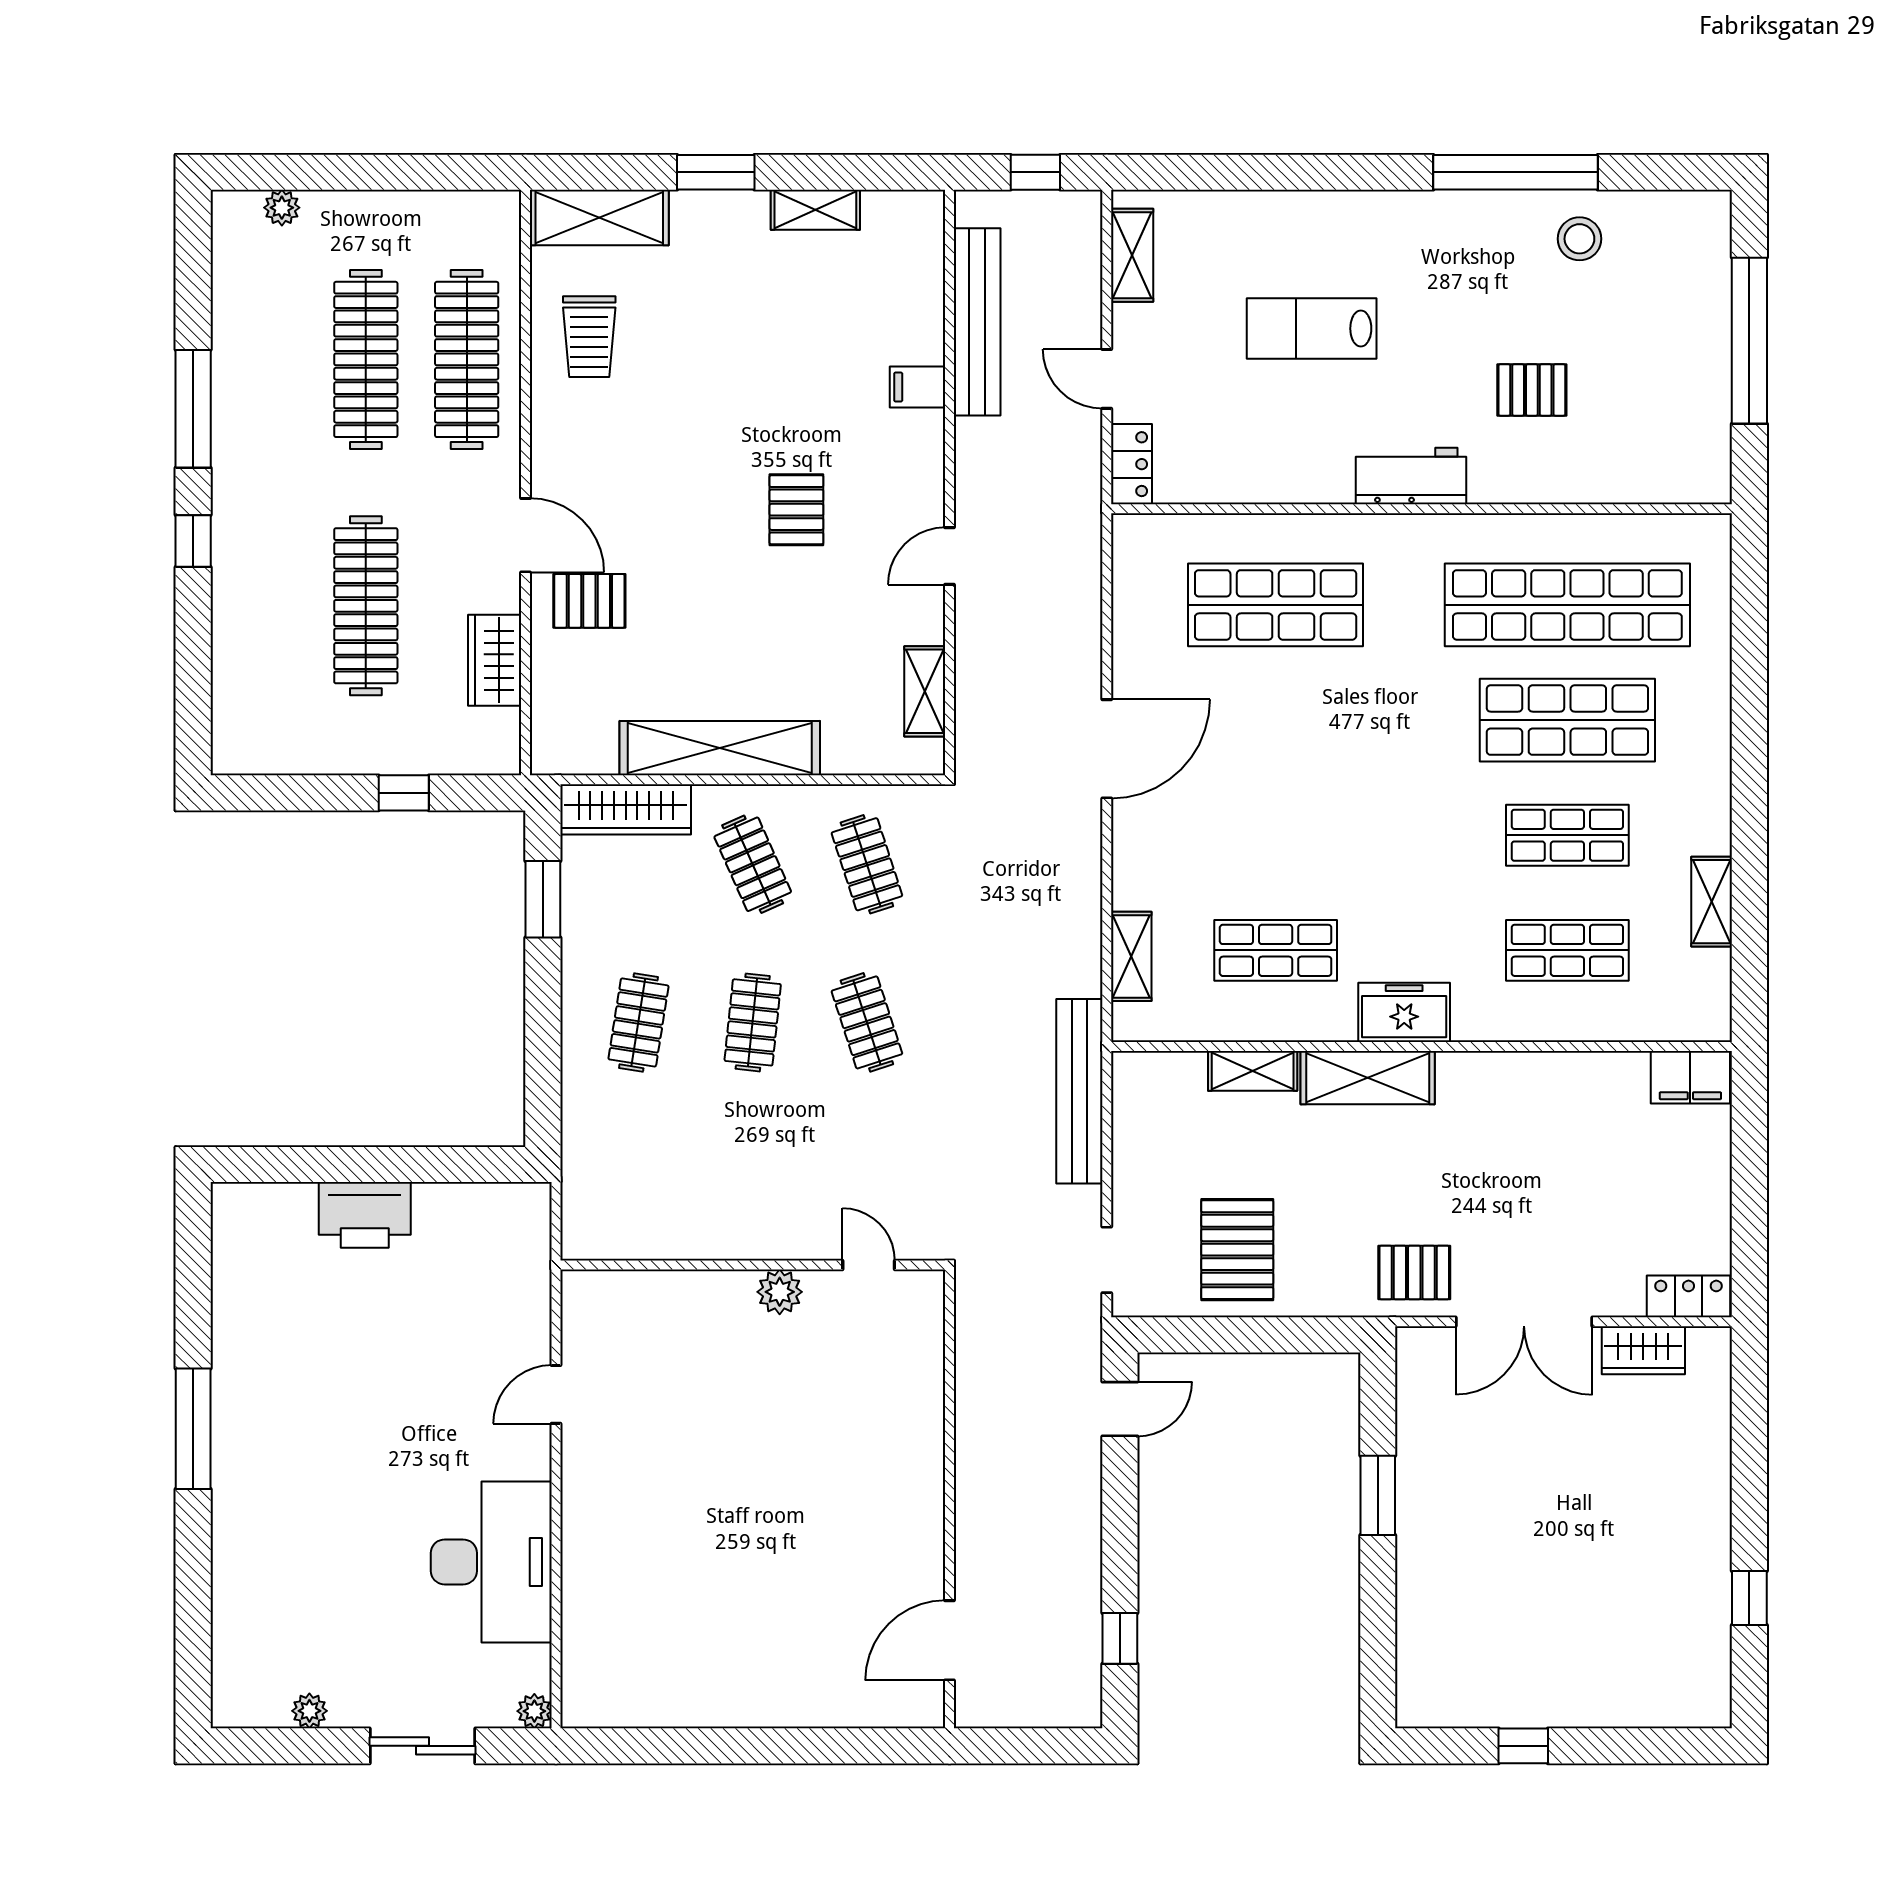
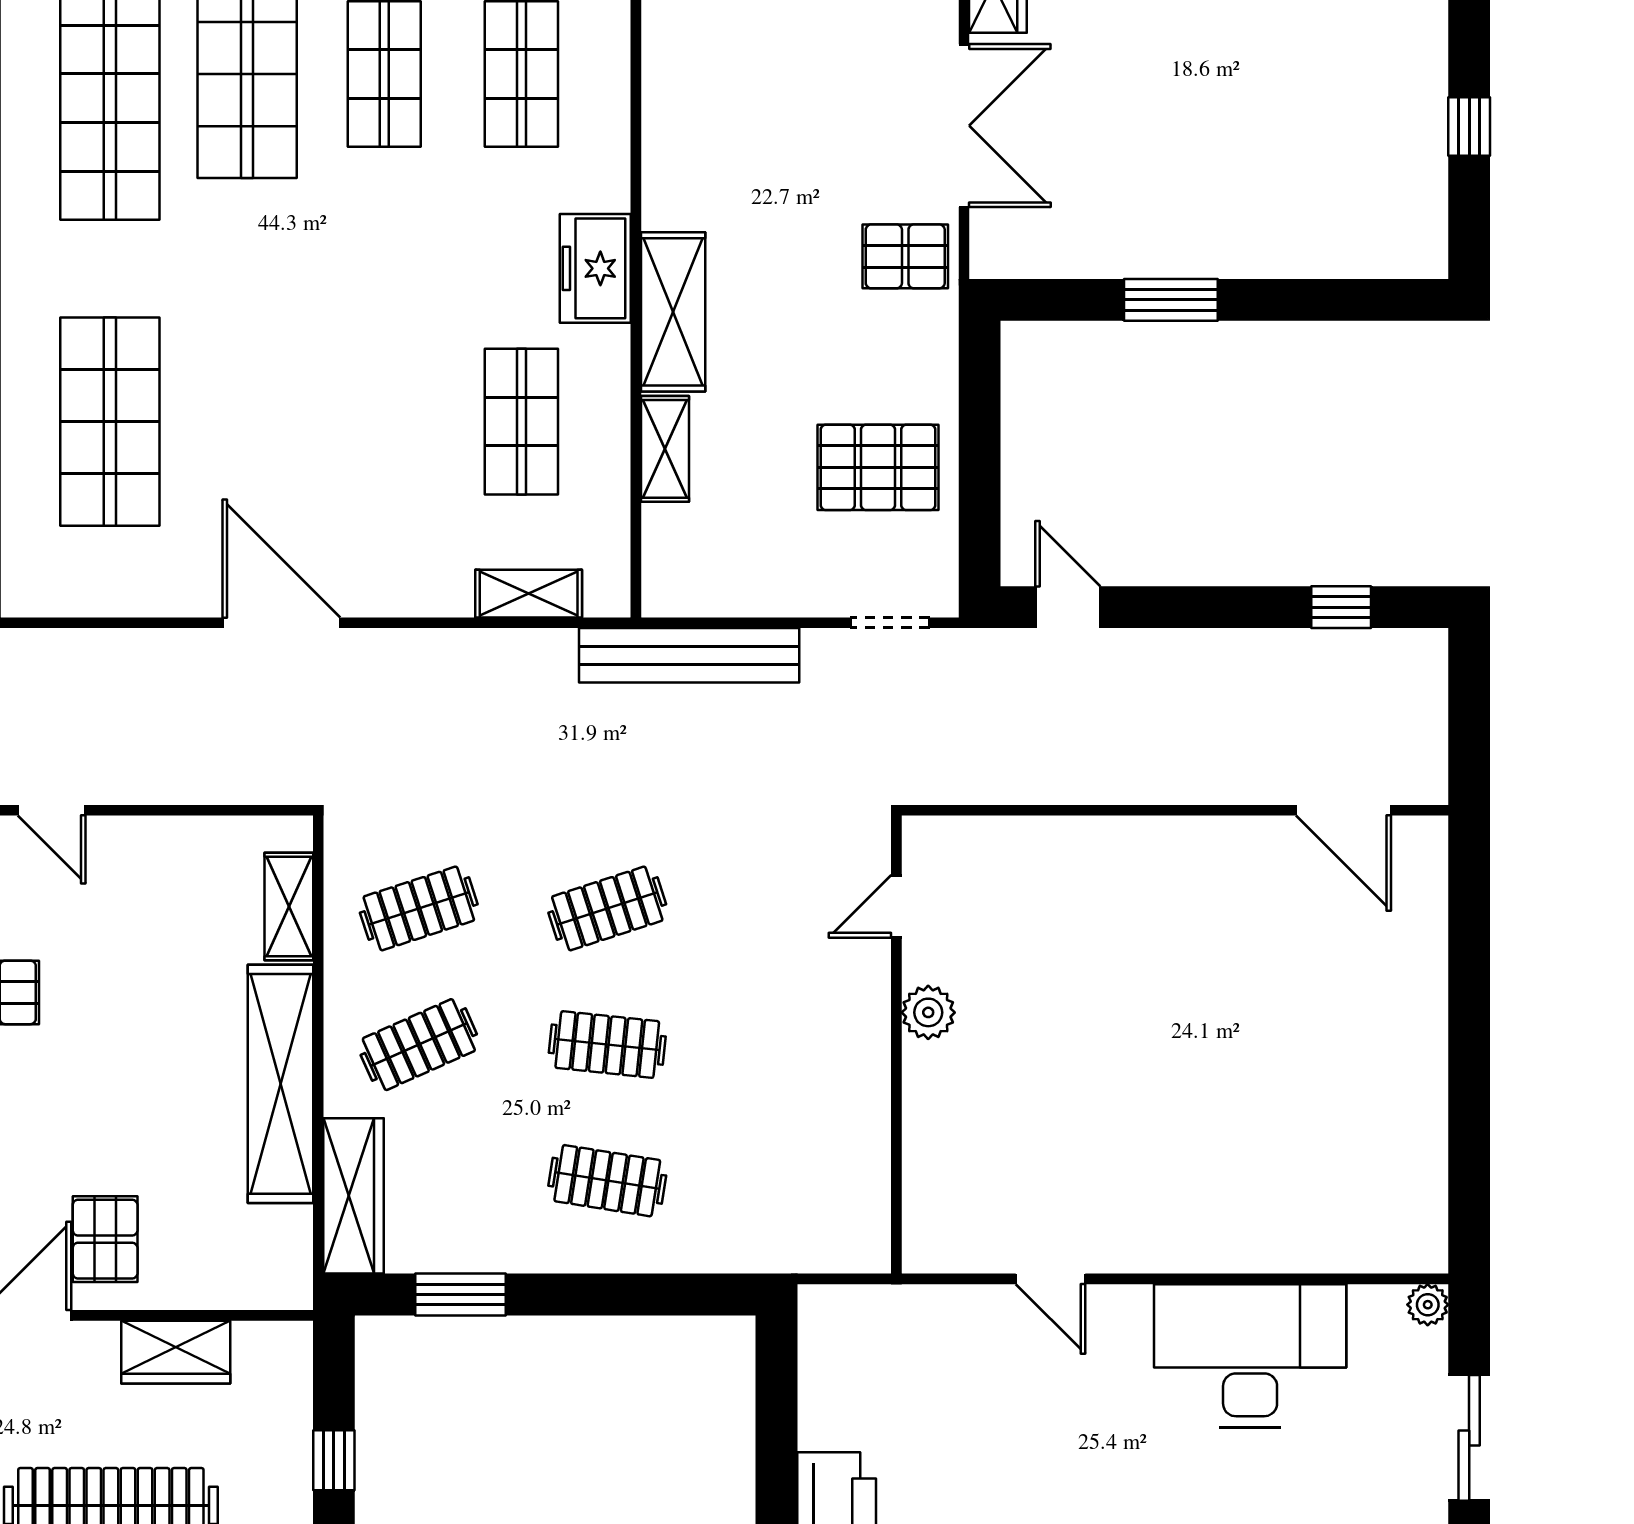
shelving: (925, 691) -> (289, 907), moved, turned 90
pallet: (1414, 1273) -> (905, 256), turned 90

